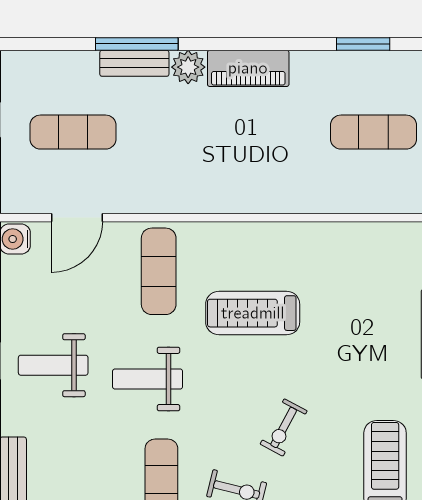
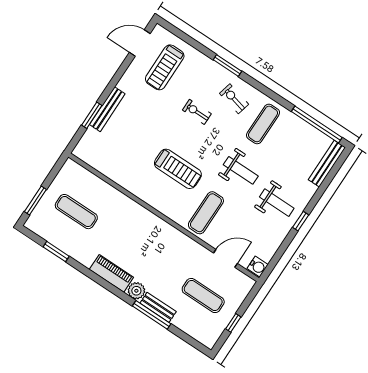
exercise bike: (284, 428) -> (197, 112), turned -118

